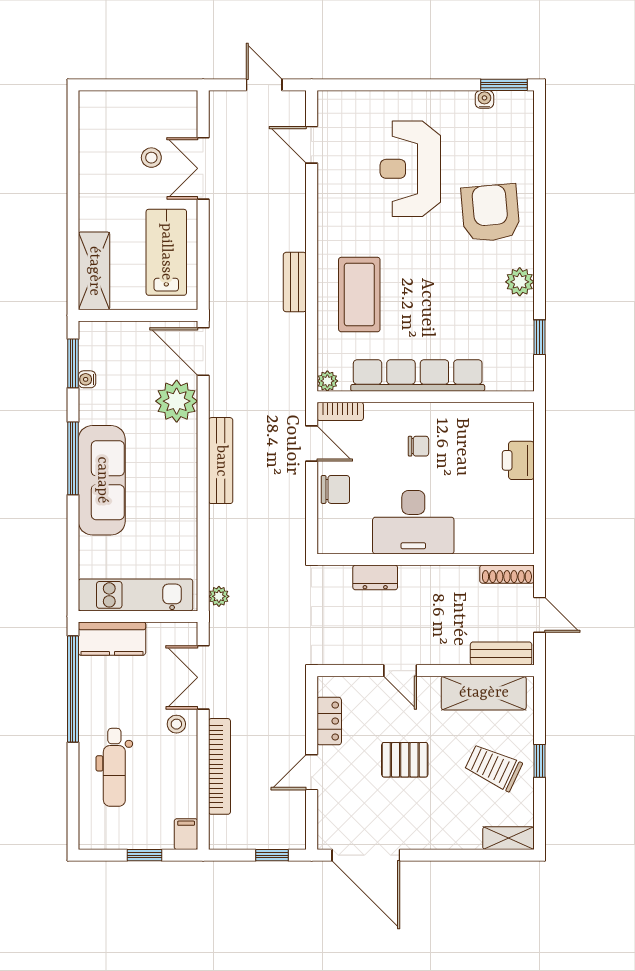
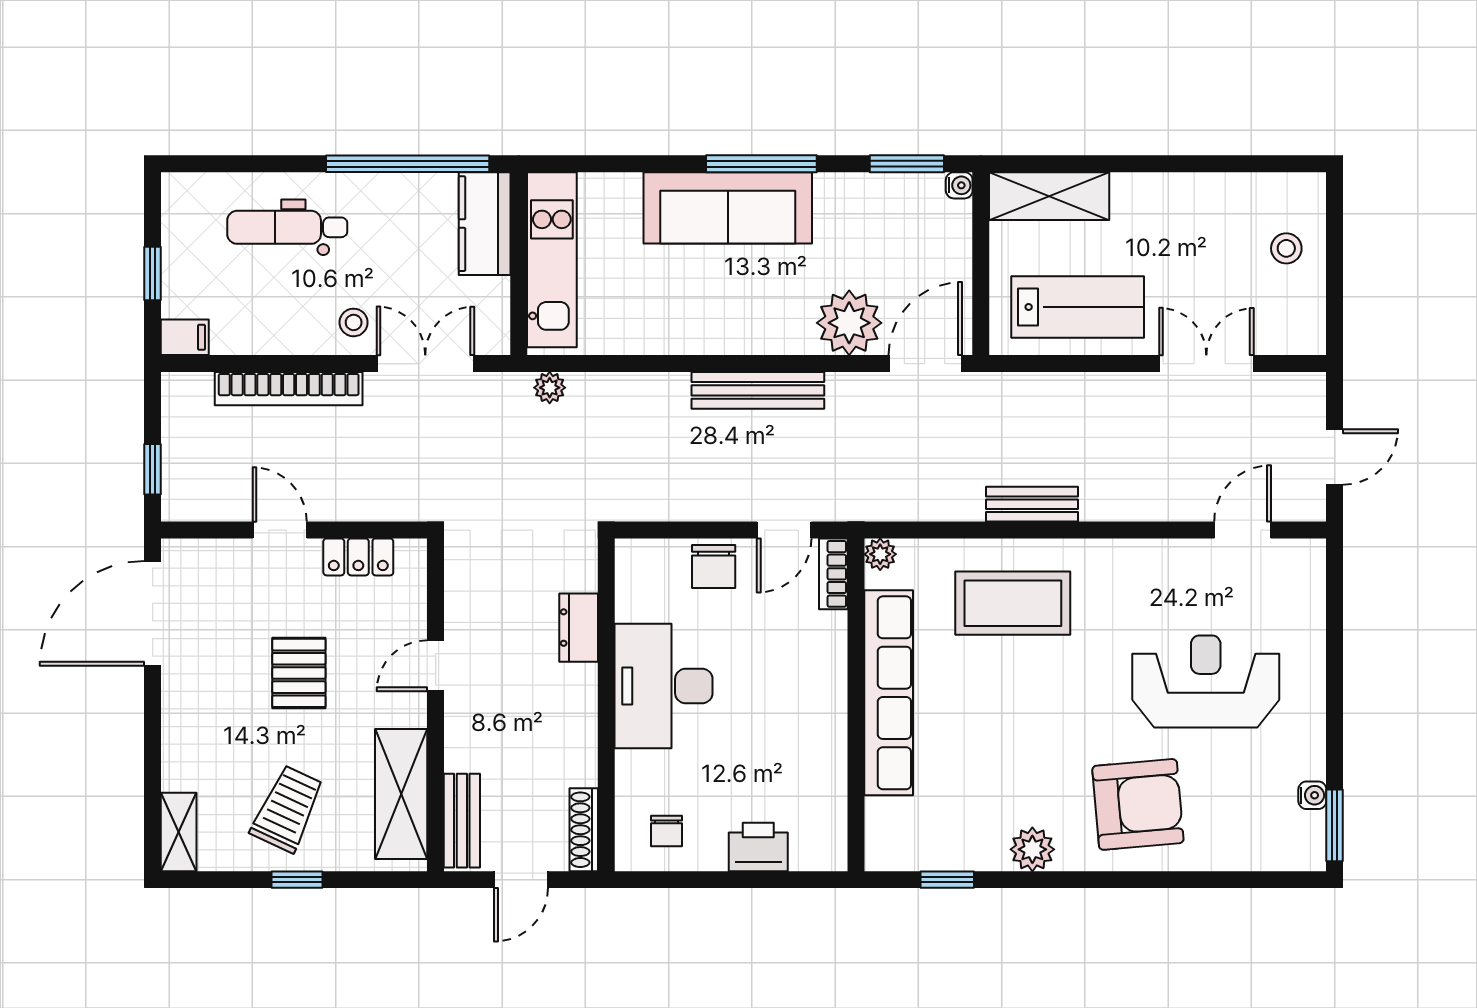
stool: (151, 158) -> (1286, 248), moved
water cooler: (87, 379) -> (959, 185), moved, turned 90
chair: (418, 446) -> (667, 831), moved

